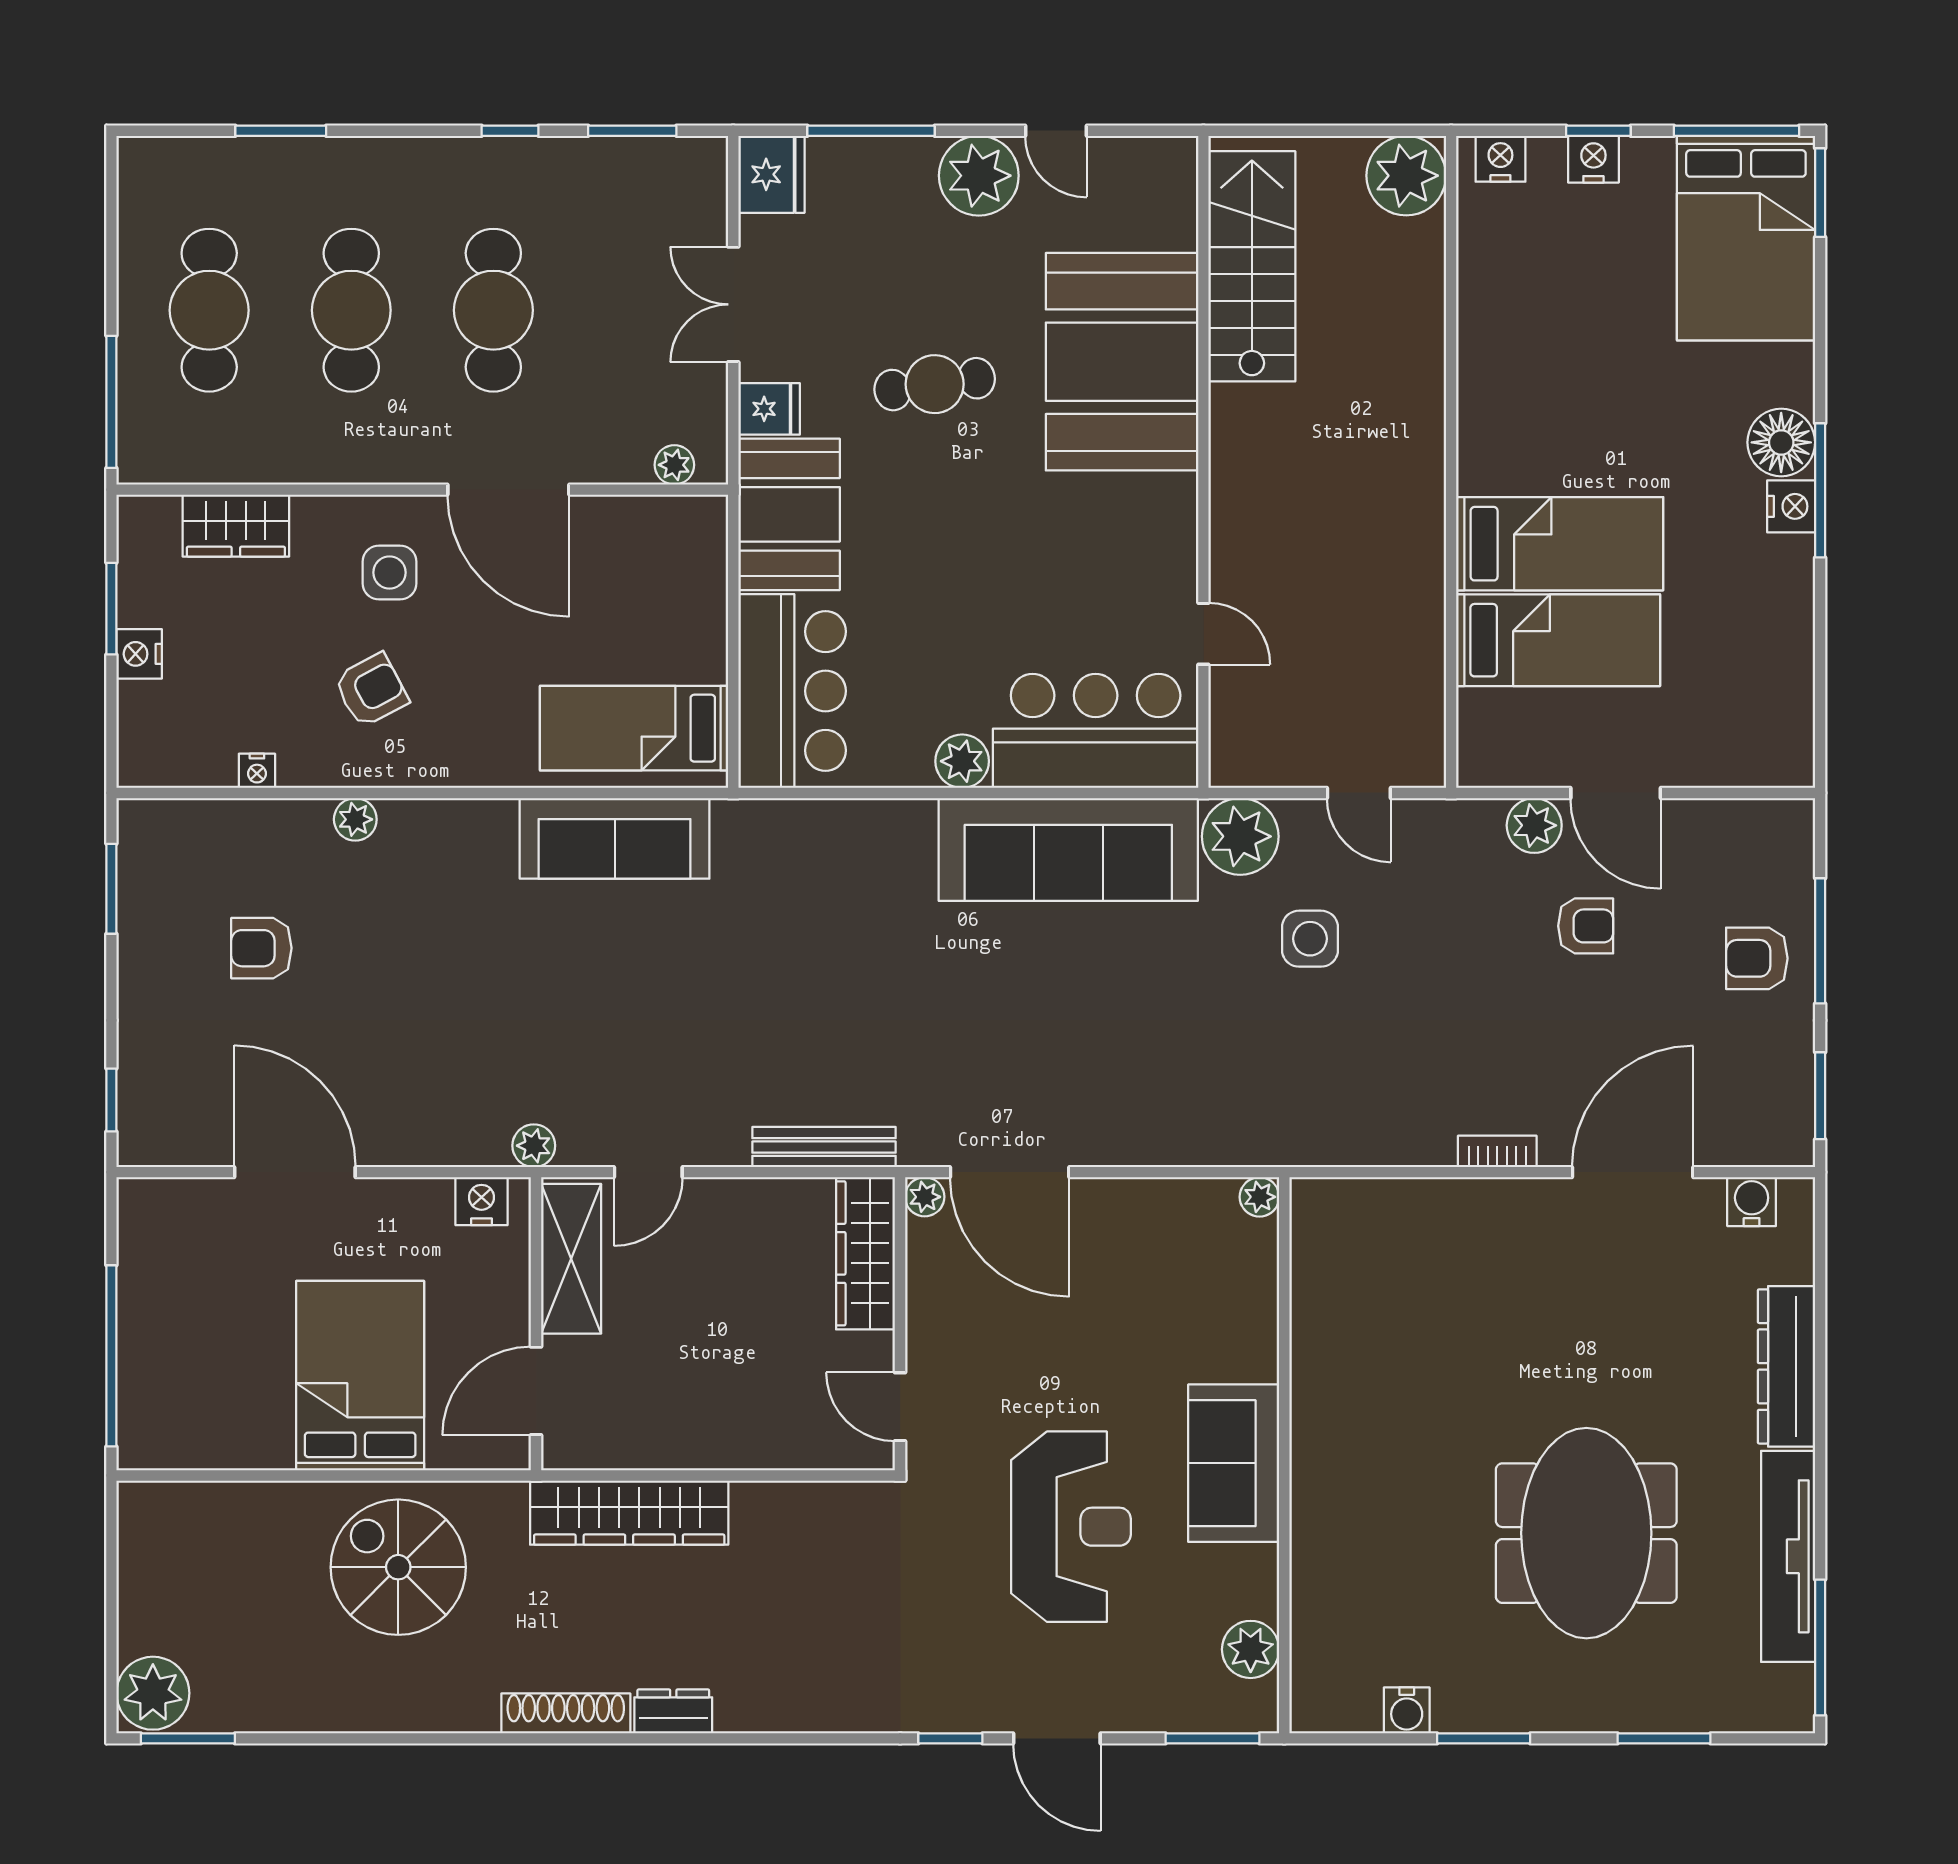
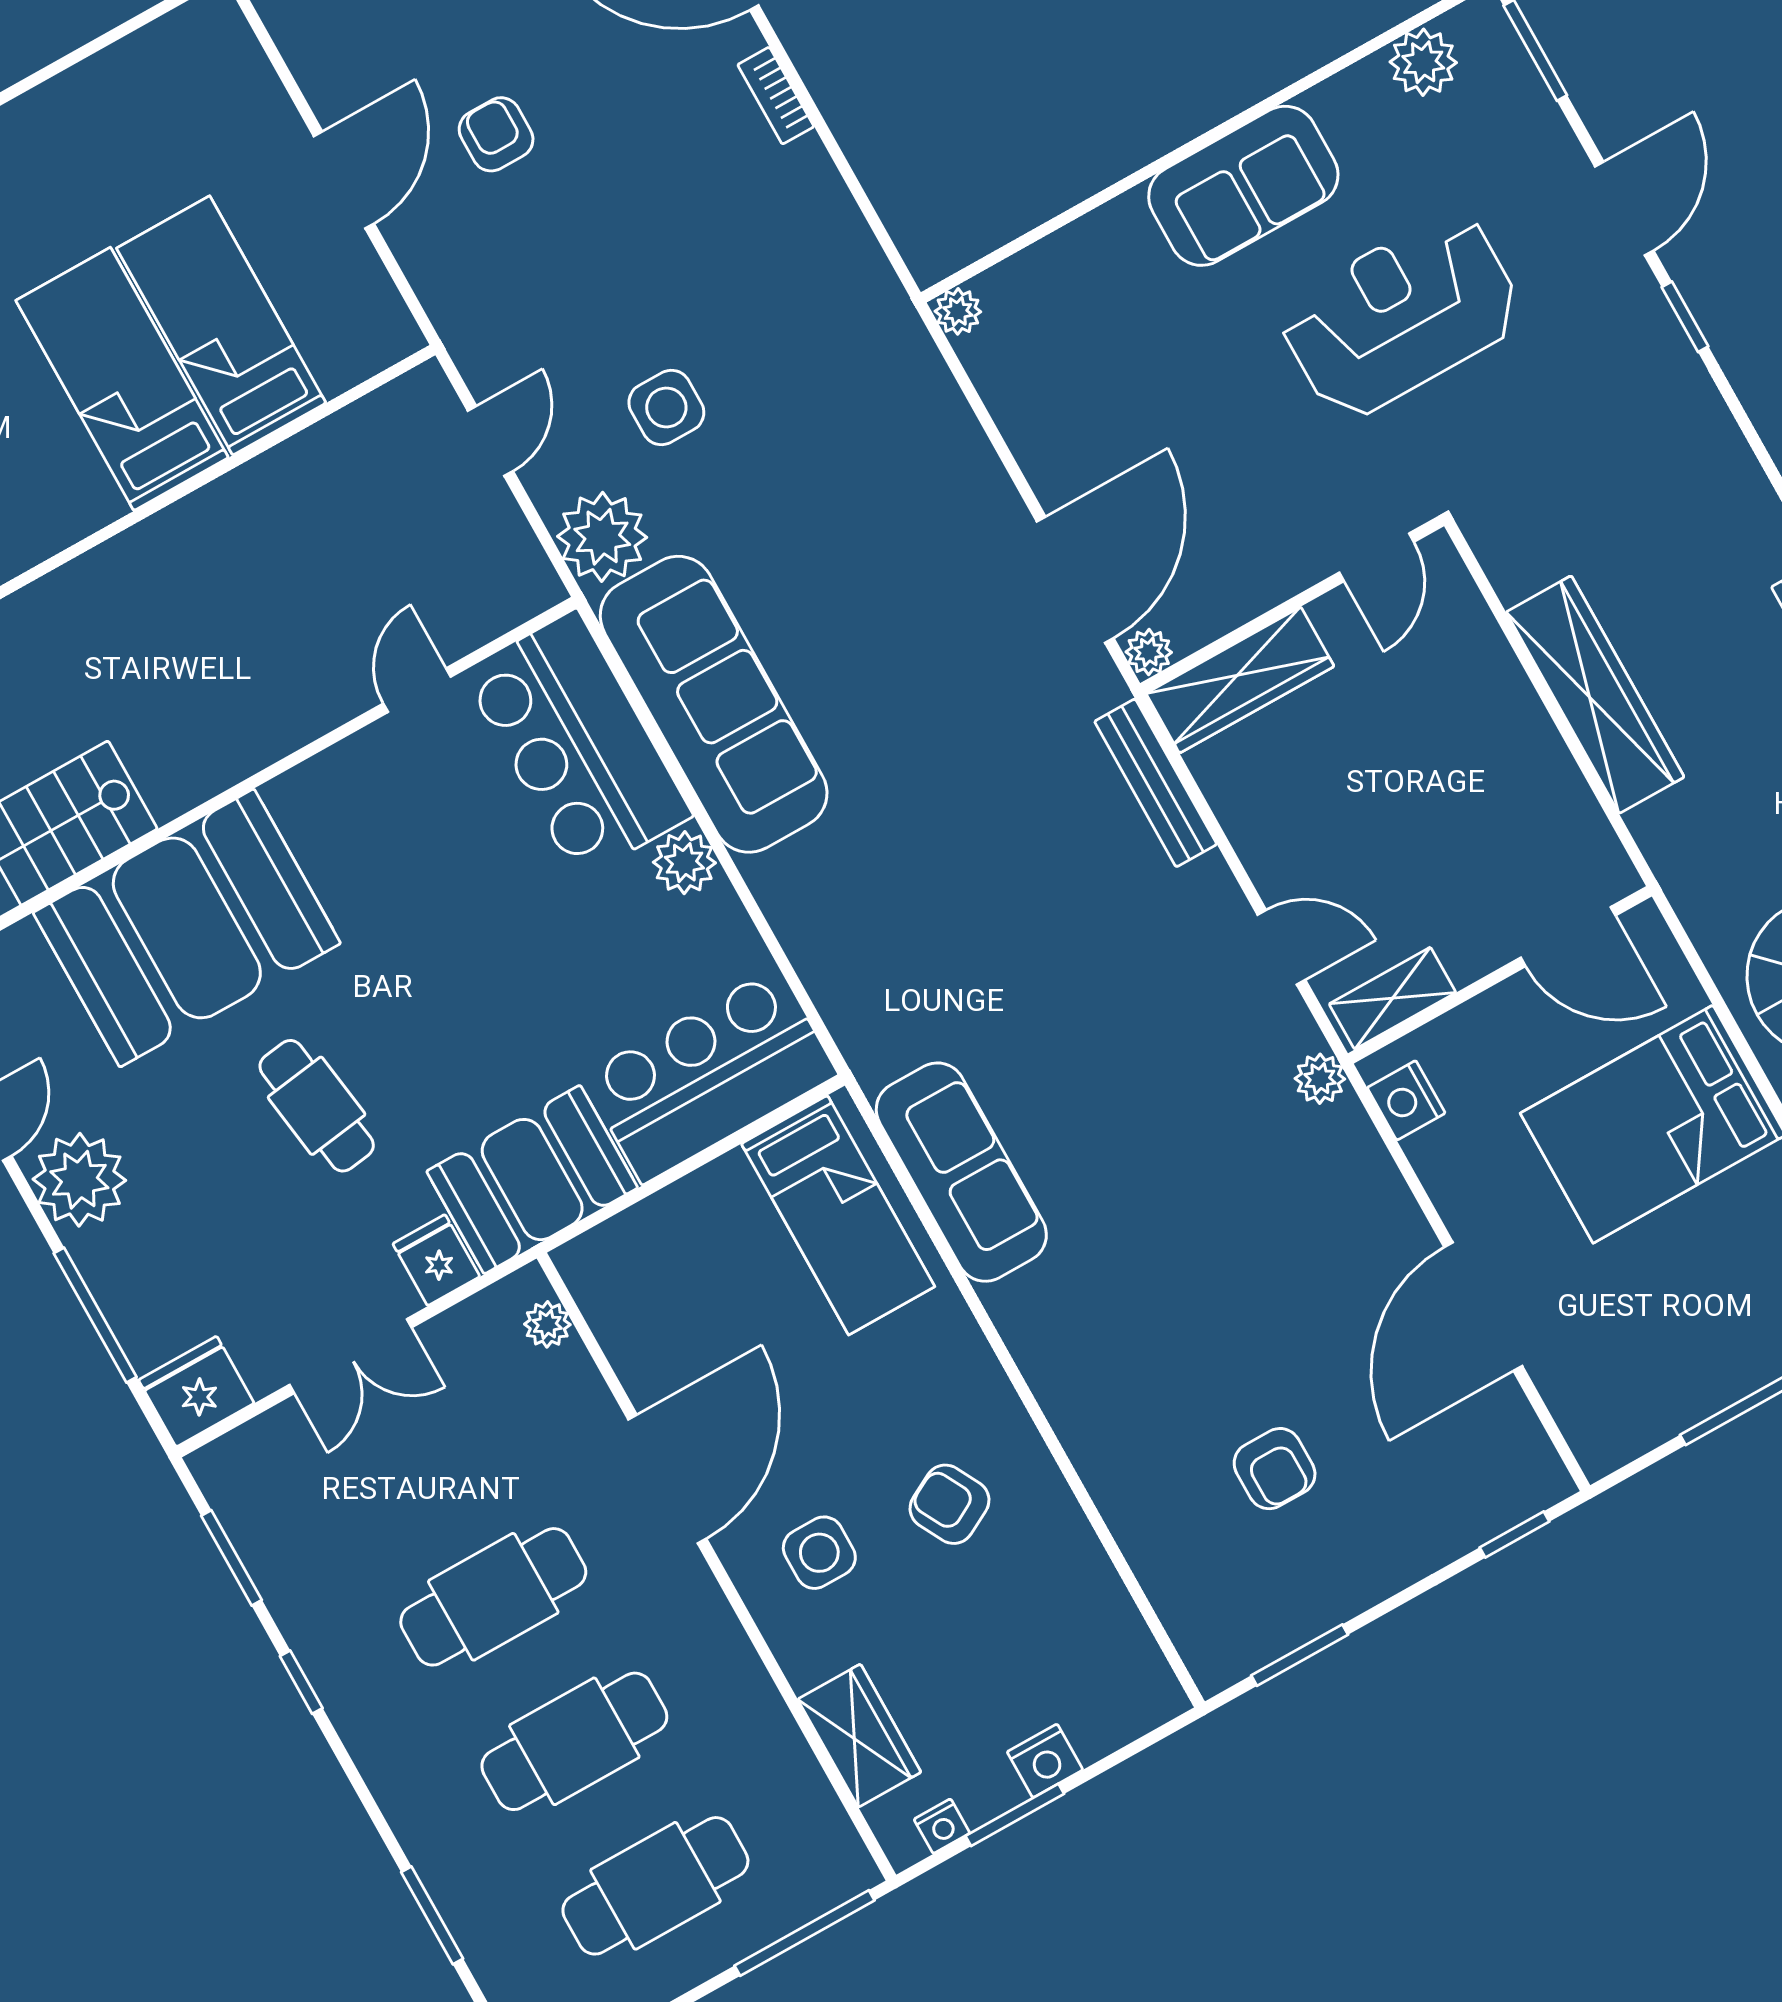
nightstand: (257, 771) -> (942, 1826), moved, turned 90
plant: (355, 819) -> (1090, 1447), removed
plant: (1534, 825) -> (423, 244), removed
shelving: (571, 1259) -> (1393, 998), width x0.67, depth x0.75
wardrobe: (629, 1513) -> (1595, 695), moved

